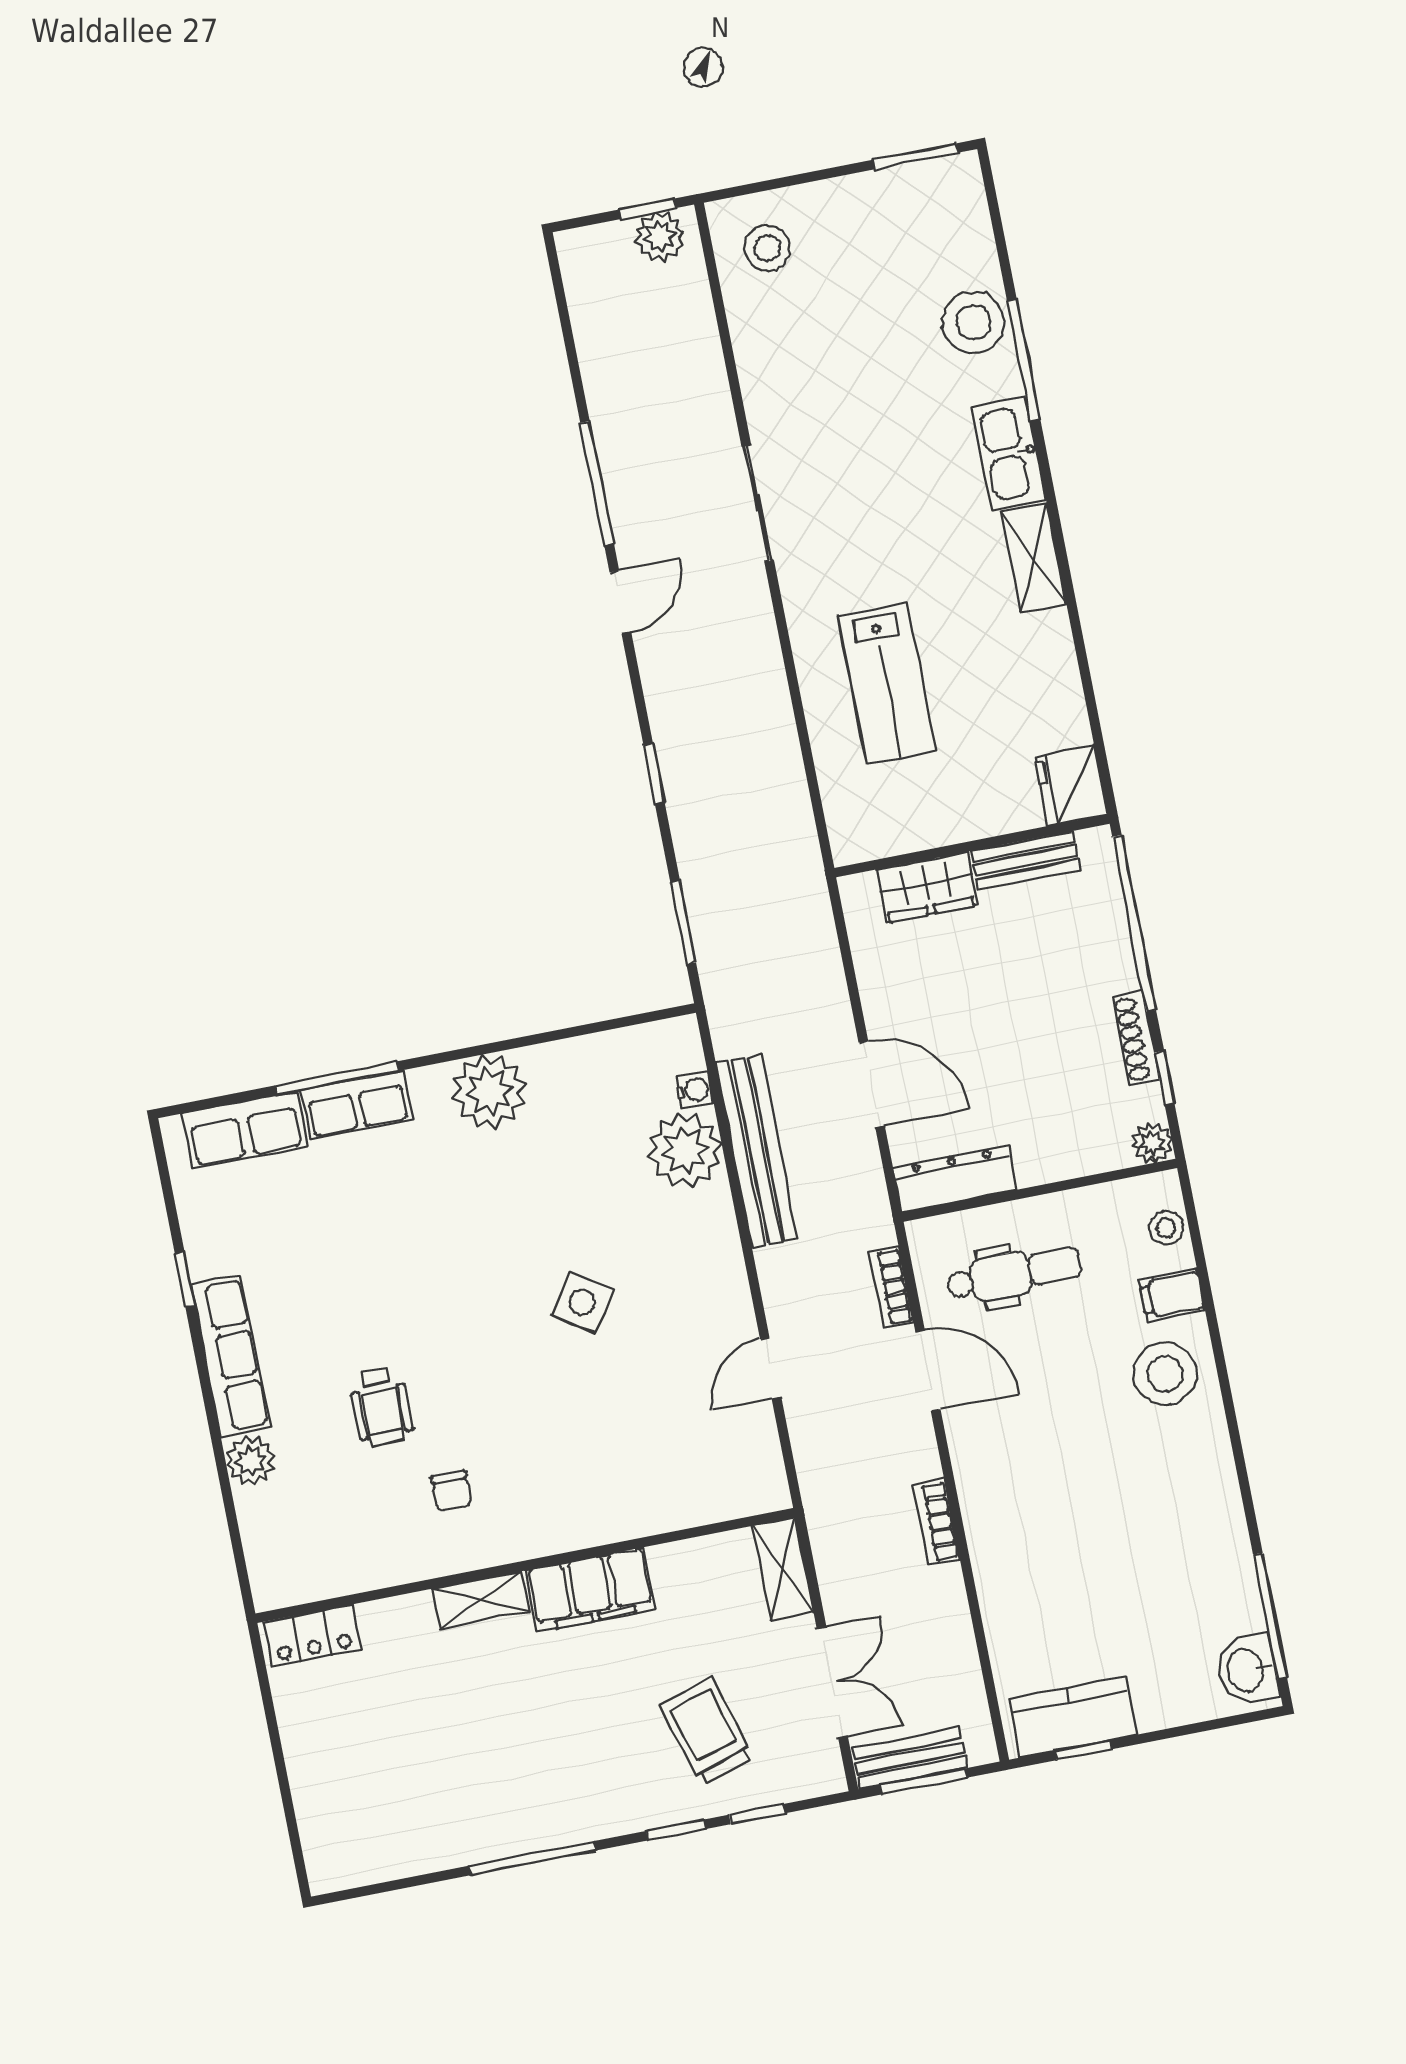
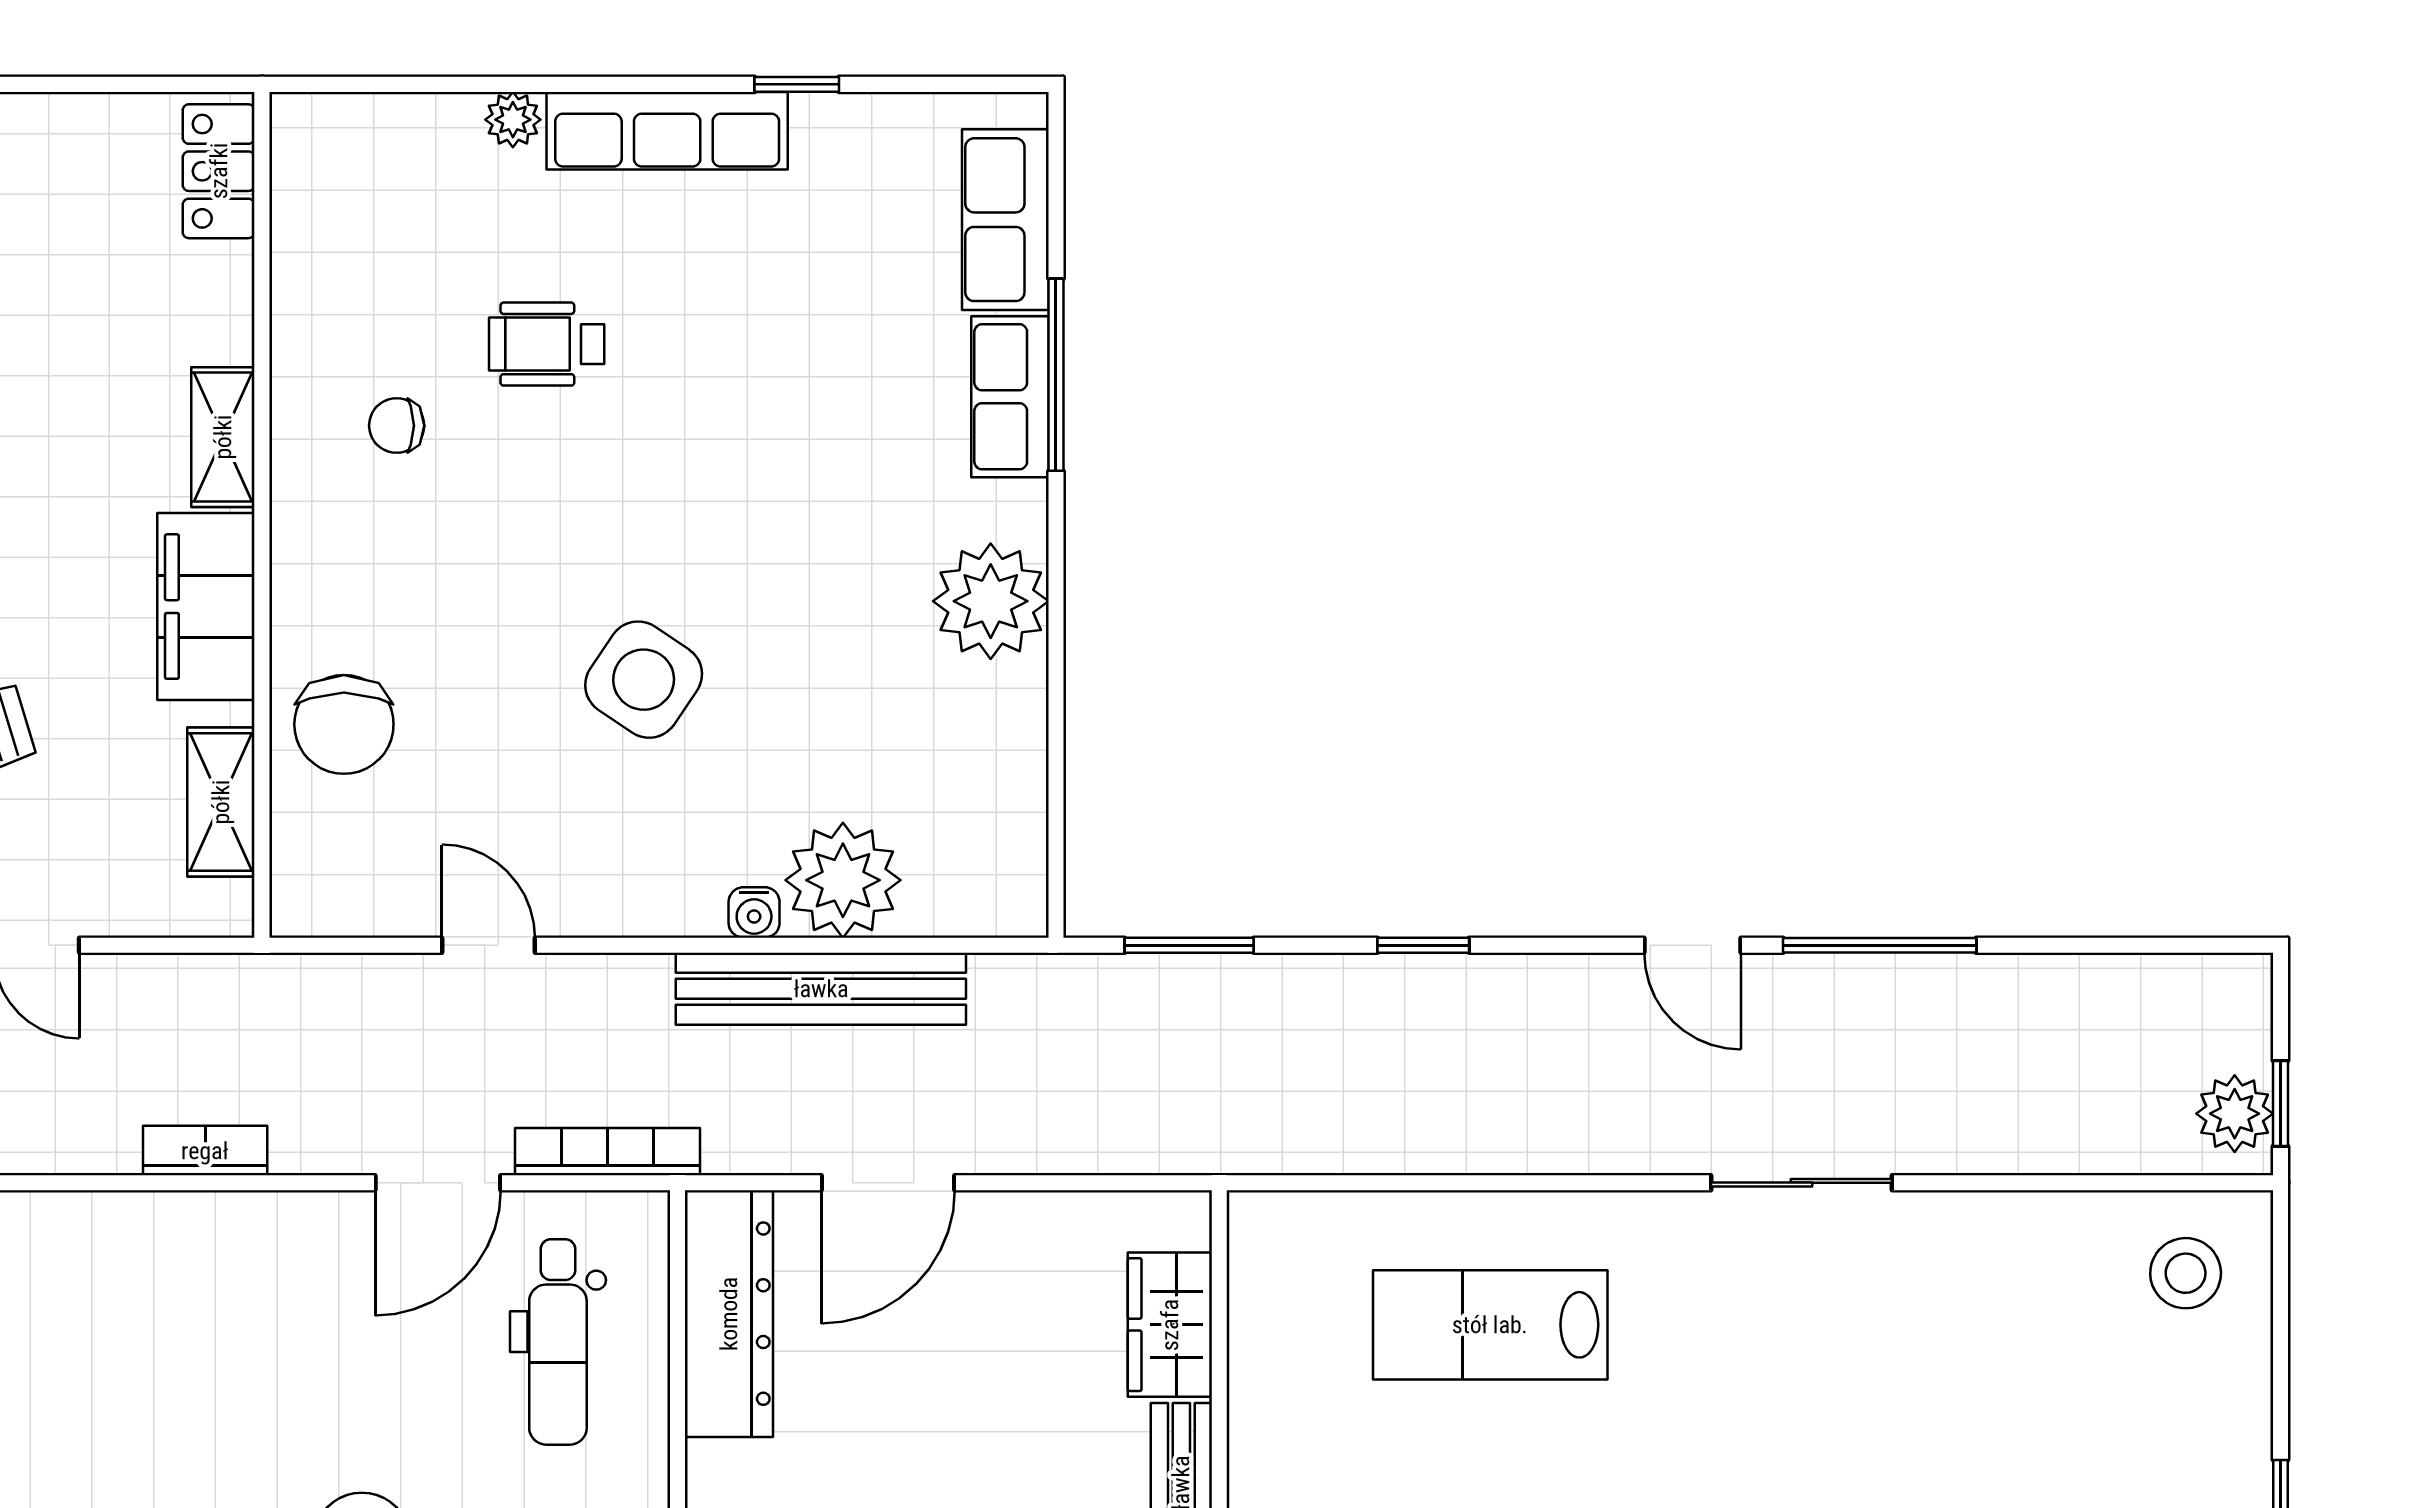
water cooler: (694, 1090) -> (754, 912), moved
dresser: (955, 1179) -> (729, 1314), width x1.37, depth x1.24
bookcase: (891, 1288) -> (607, 1152), width x1.56
side table: (582, 1302) -> (644, 680), width x1.37, depth x1.37
plant: (250, 1461) -> (513, 120), width x0.73, depth x0.73
chair: (648, 1487) -> (344, 724), added
shelving: (783, 1569) -> (221, 802), moved, turned 90

